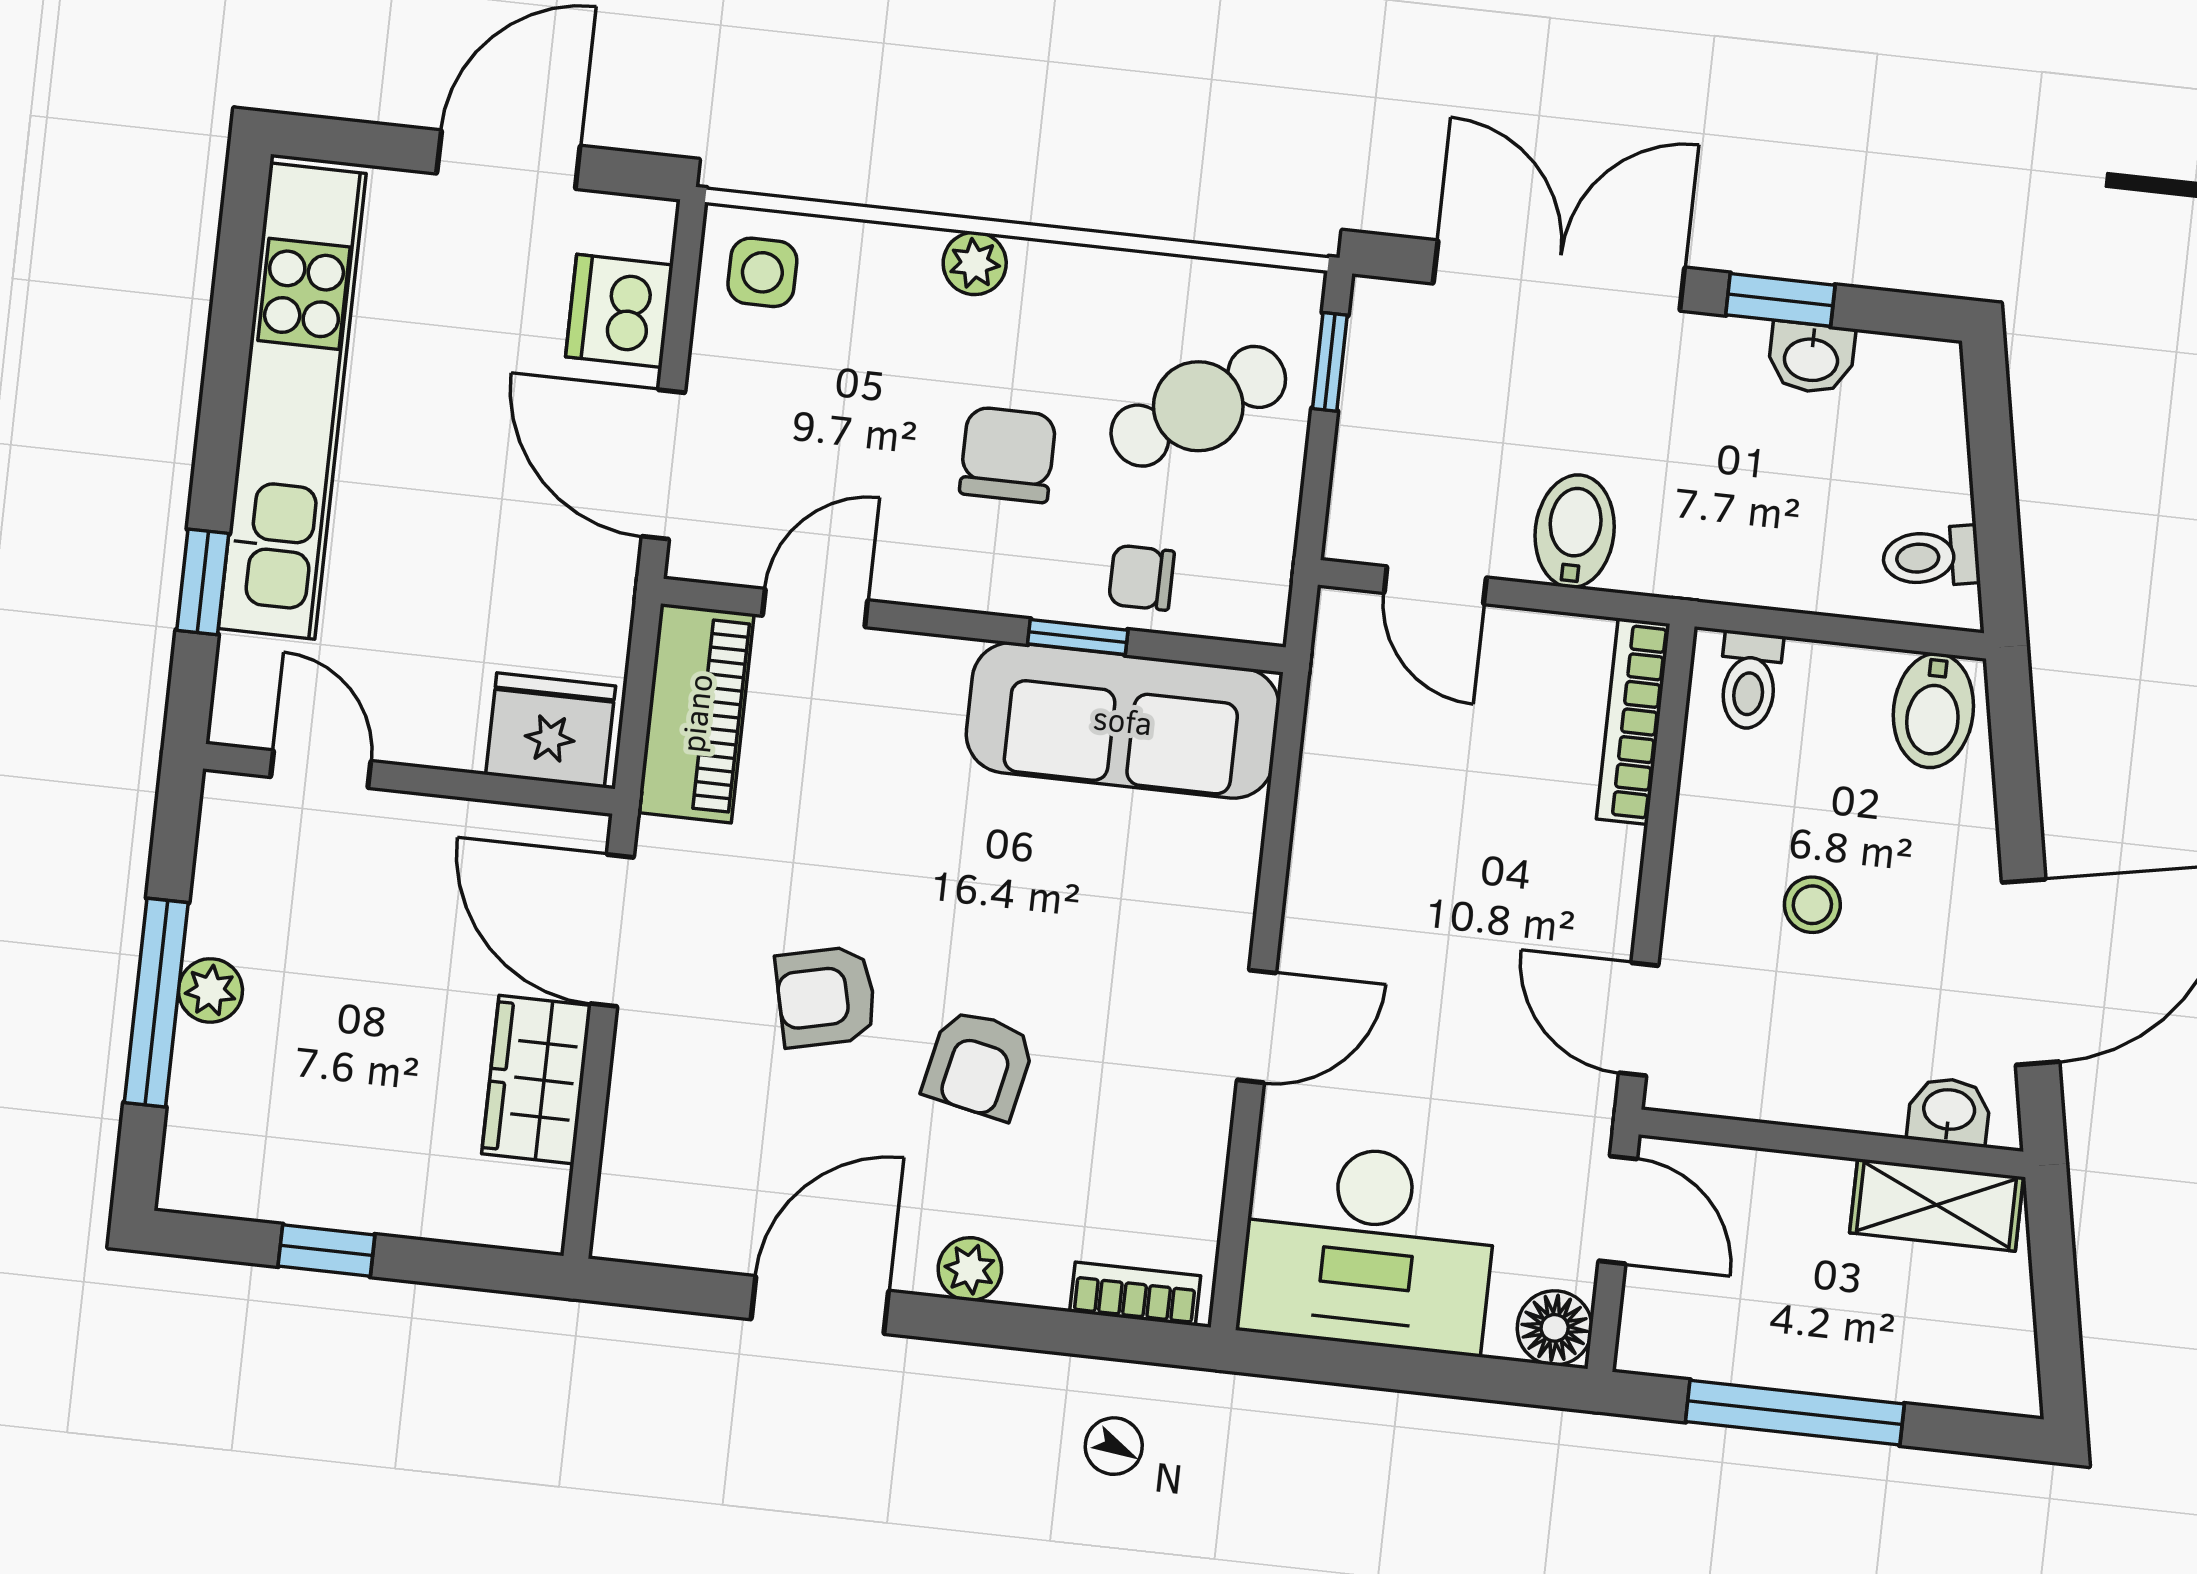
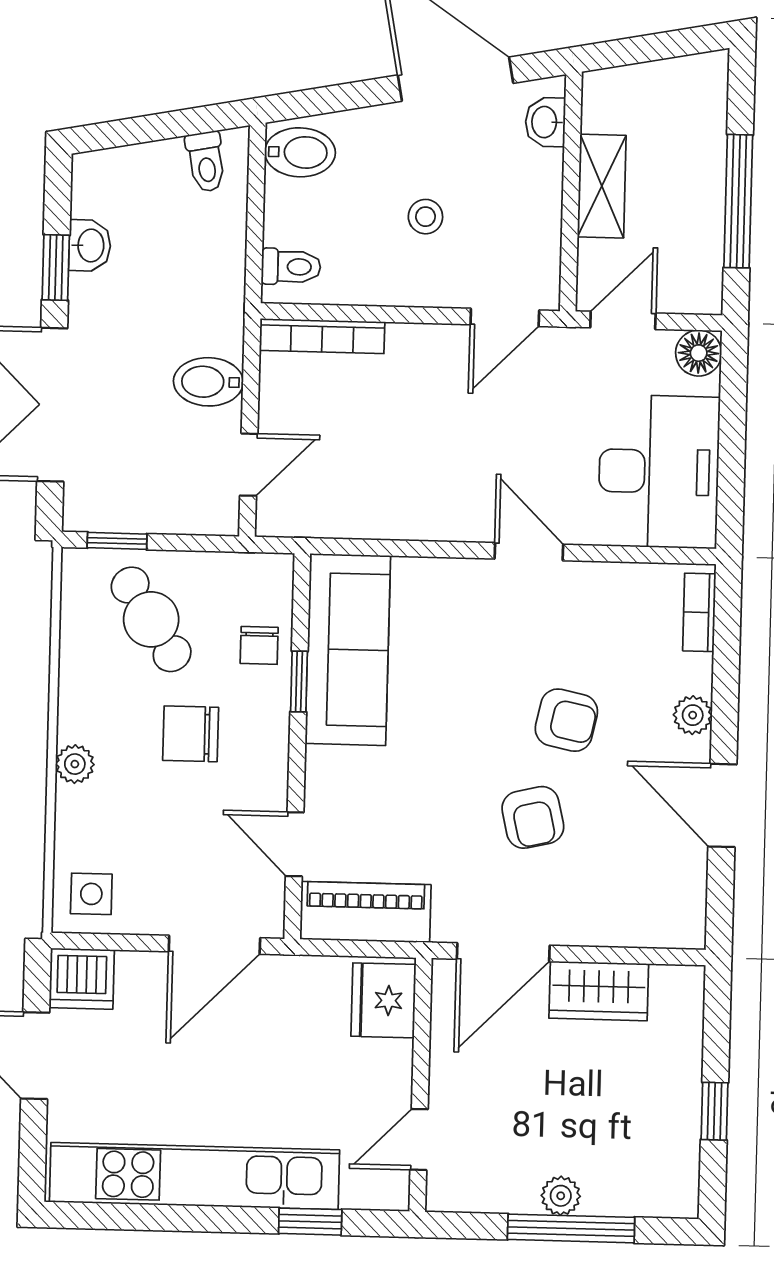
dishwasher: (619, 311) -> (82, 979), moved
shelving: (1936, 1205) -> (602, 186), moved

